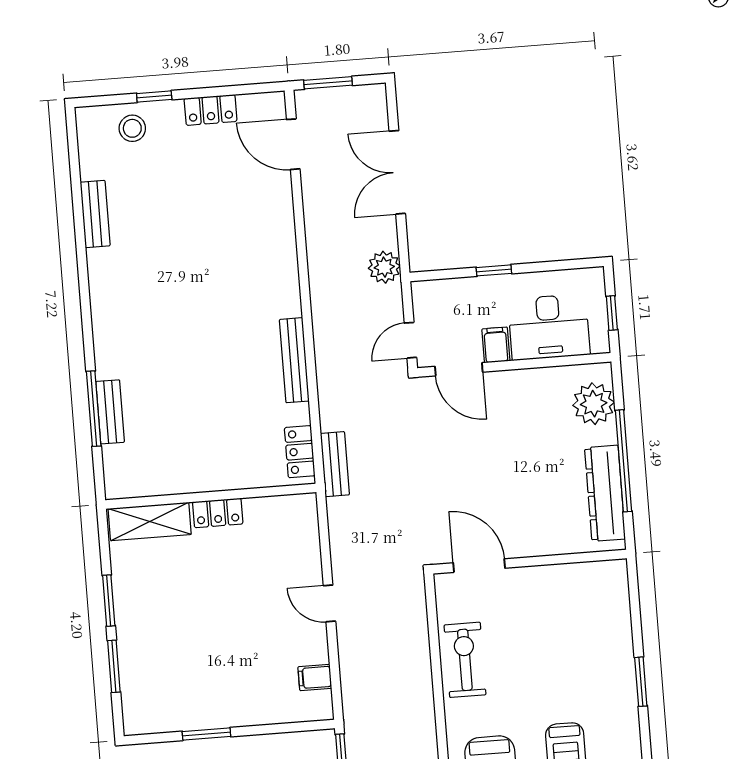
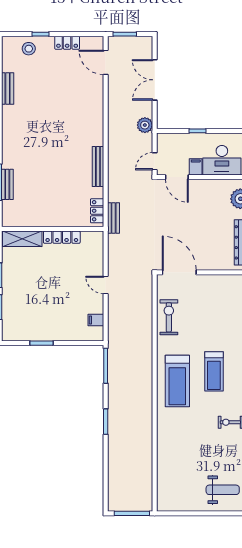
locker: (218, 513) -> (62, 237), width x1.53
door: (479, 566) -> (179, 272), width x1.36

